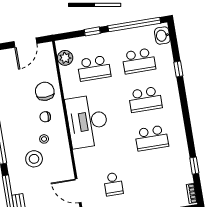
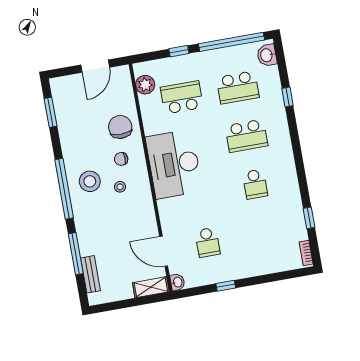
school desk: (94, 68) -> (182, 97), turned 180
school desk: (152, 138) -> (255, 184), width x0.54
stool: (34, 159) -> (90, 181), moved

